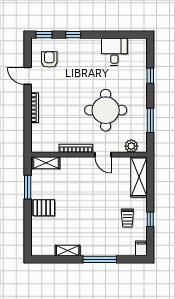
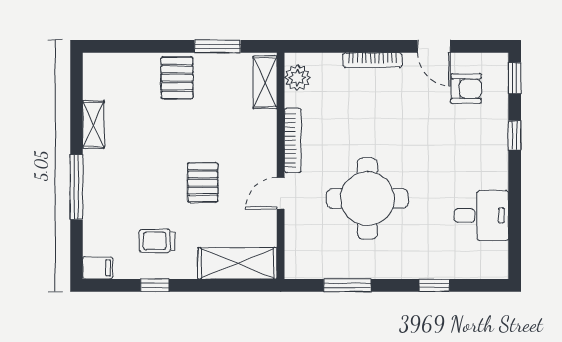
door: (28, 76) -> (434, 46), swing flipped
plant: (131, 146) -> (297, 78), moved
pallet: (97, 195) -> (203, 183), added

